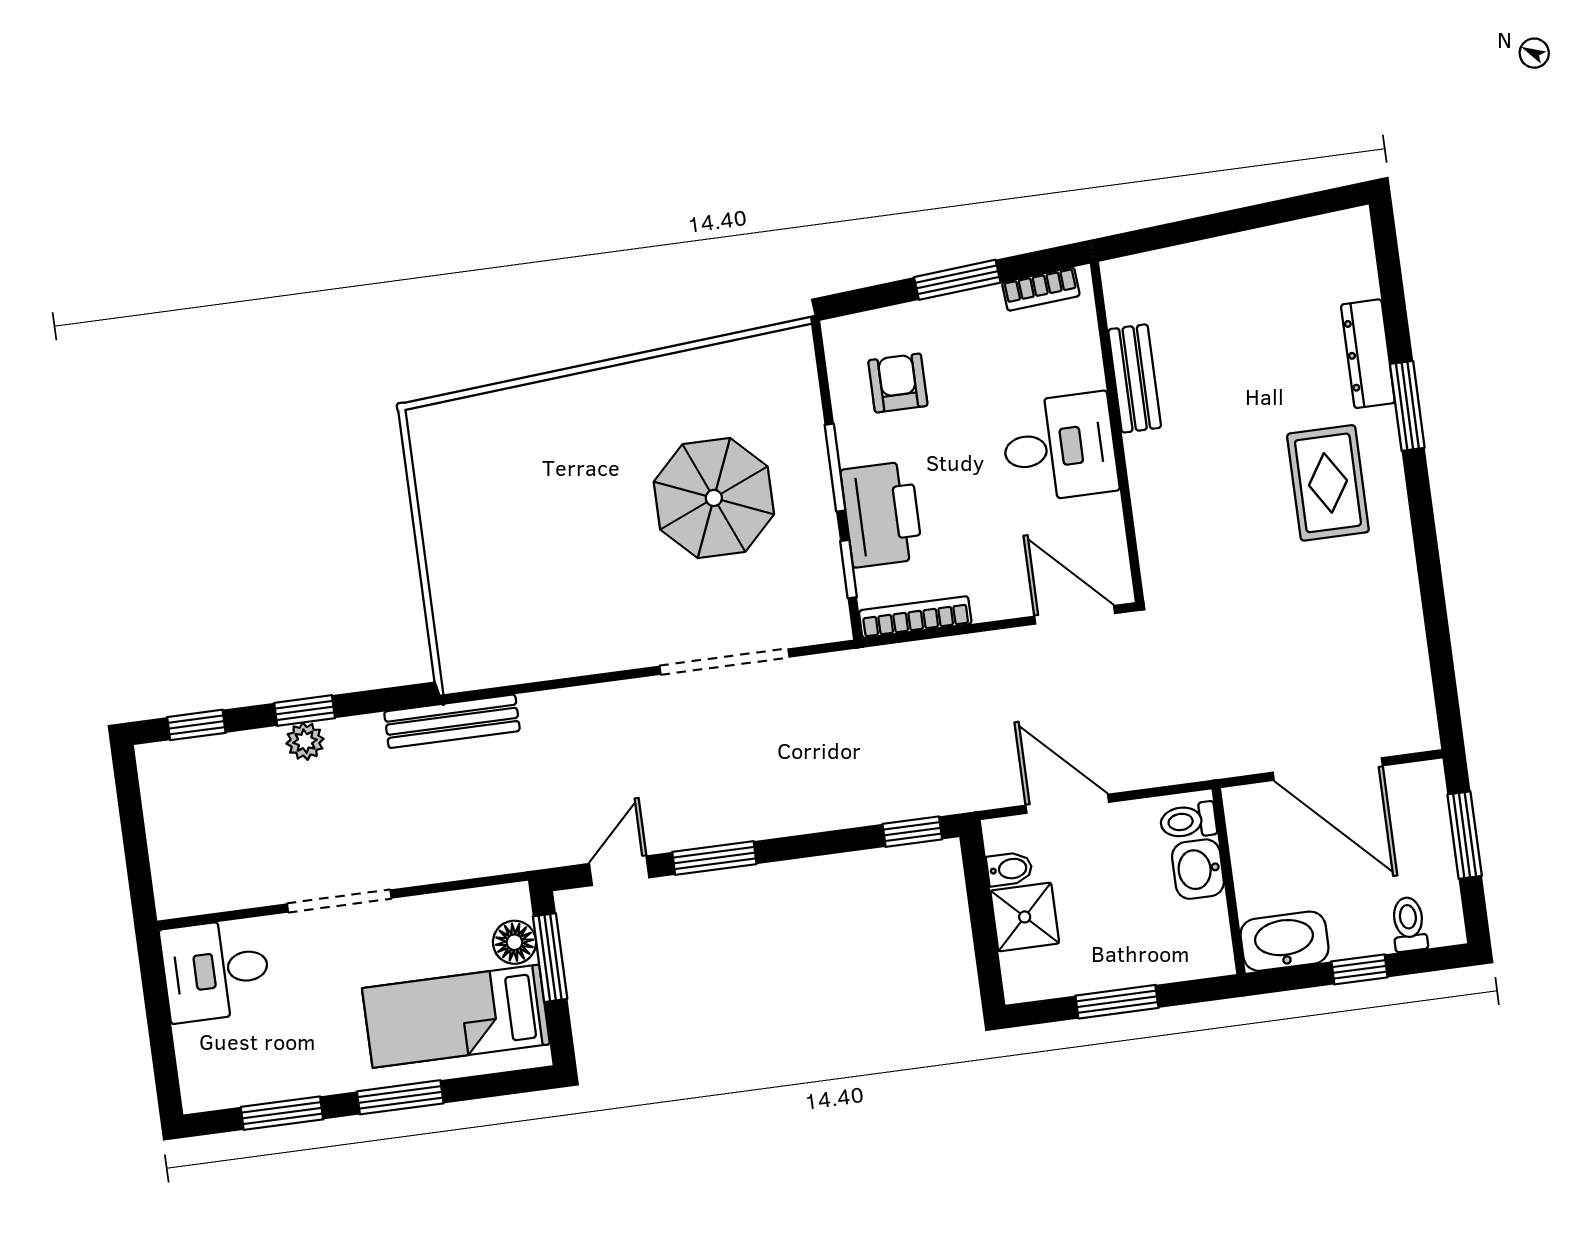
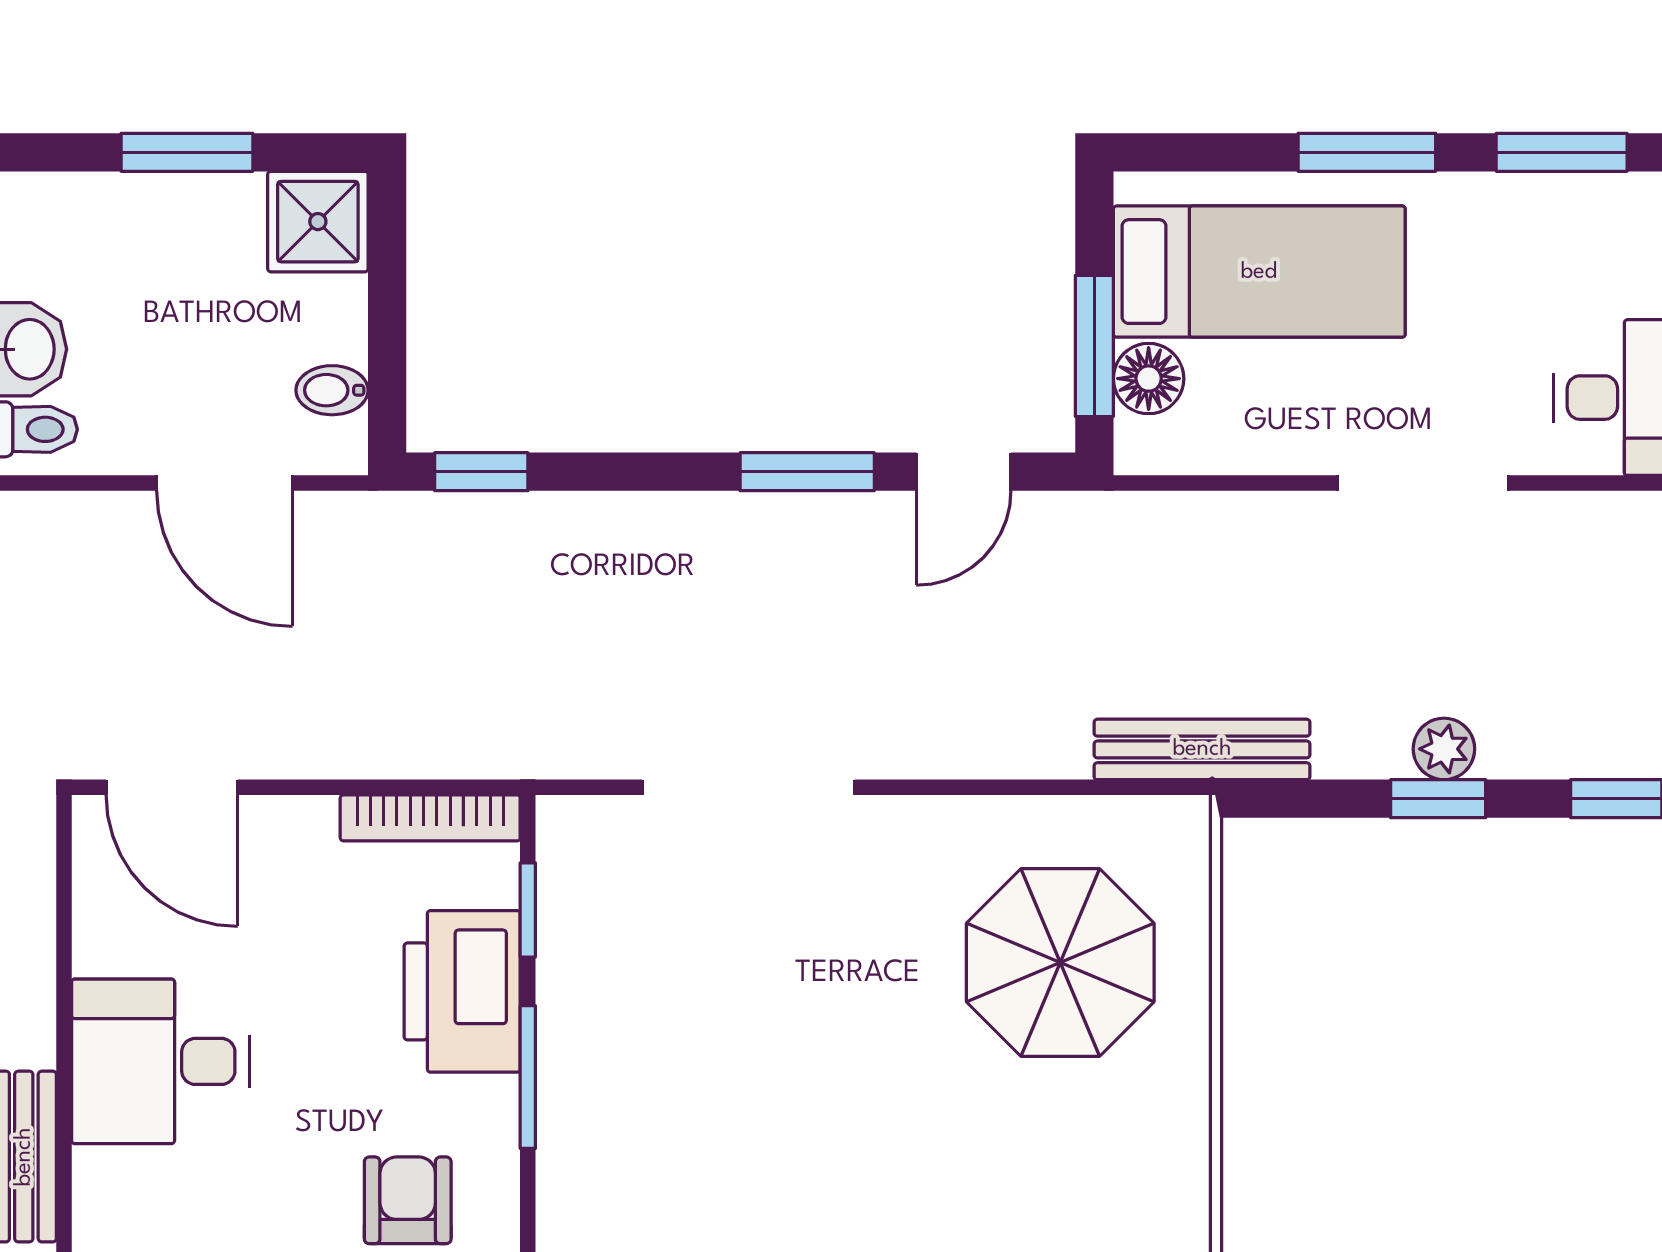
armchair: (898, 383) -> (408, 1200), turned 180
parasol: (714, 498) -> (1060, 962), moved
shower: (1025, 917) -> (318, 222), moved

